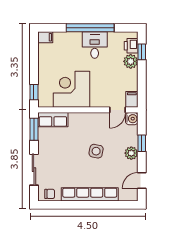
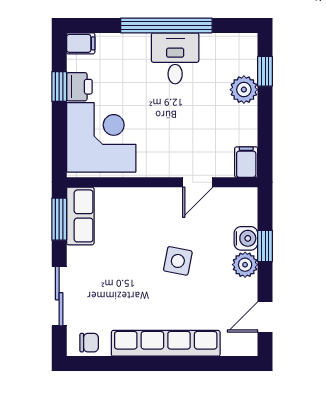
printer: (131, 46) -> (79, 87), moved, turned 180
corner desk: (72, 89) -> (101, 137), moved, turned 90
window: (34, 92) -> (59, 87), moved
door: (117, 110) -> (198, 182), moved
water cooler: (132, 119) -> (246, 238), moved
row of seats: (53, 120) -> (80, 216), moved, turned -90

